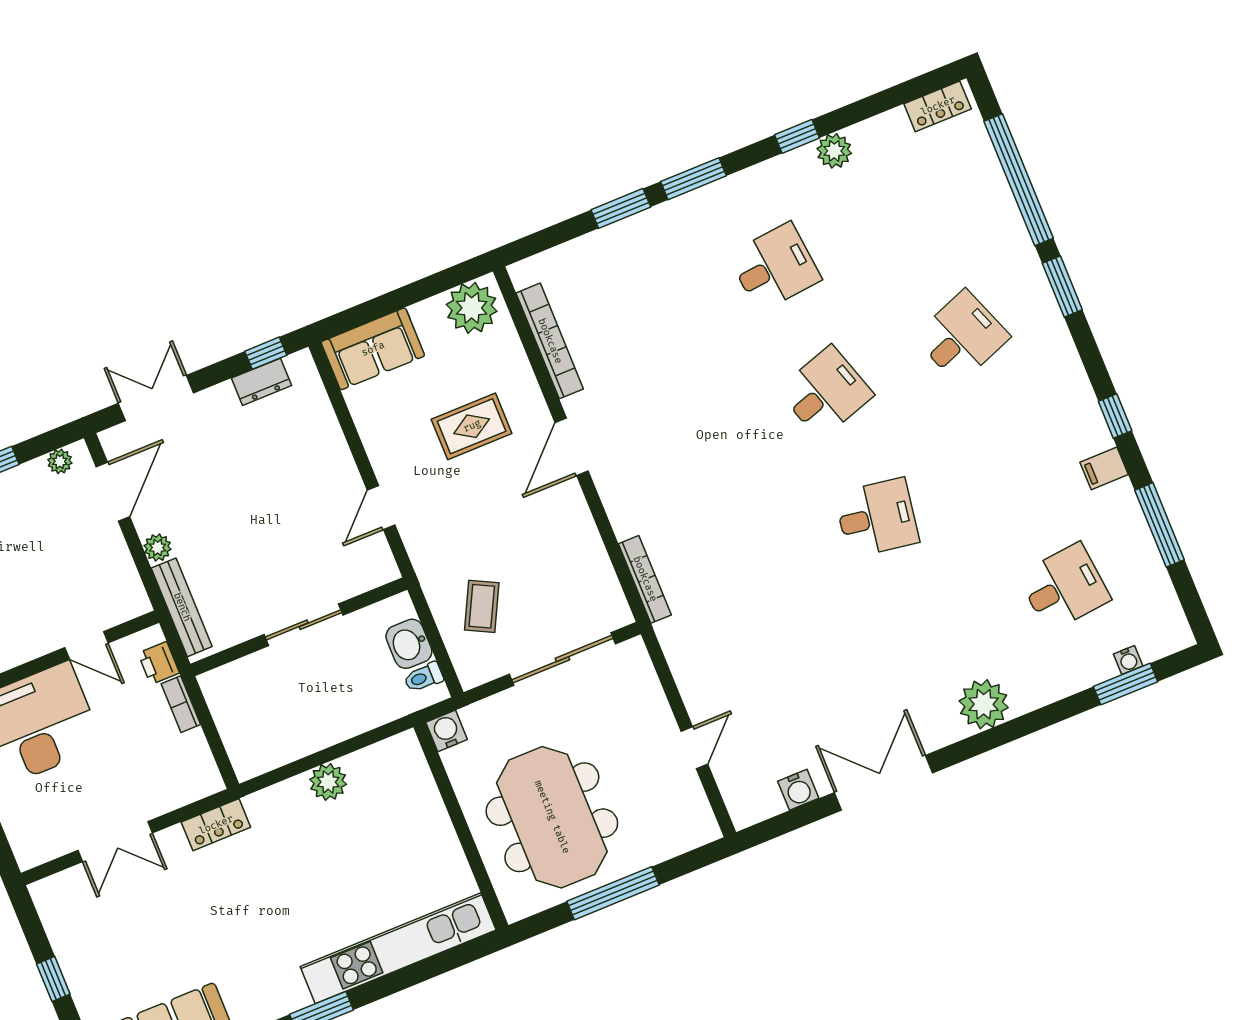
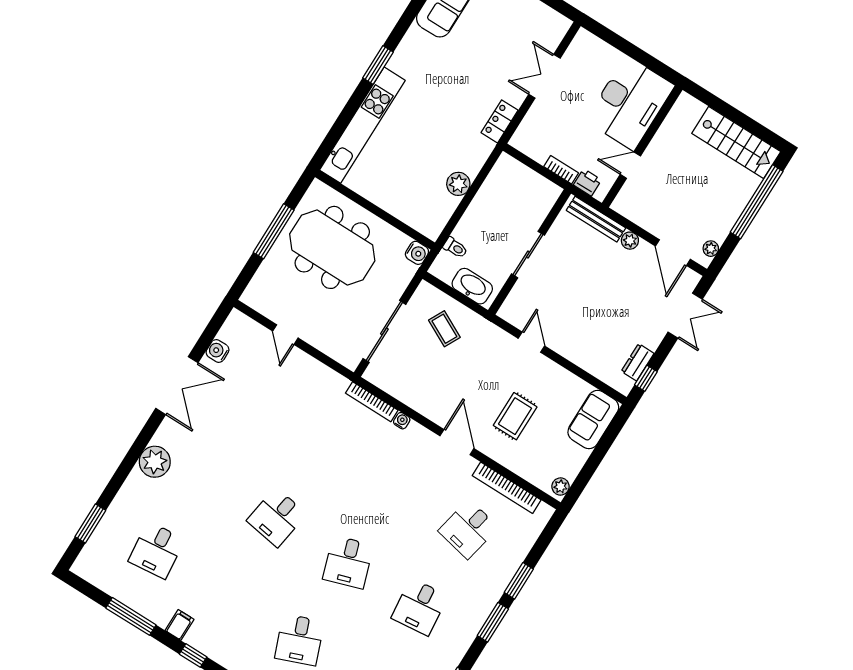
plant: (472, 308) -> (560, 487), width x0.53, depth x0.53
desk: (638, 323) -> (468, 529), added
washbasin: (409, 644) -> (472, 286), width x1.38
water cooler: (1128, 660) -> (402, 421), moved, turned 90
toilet: (424, 677) -> (455, 248), moved, turned 90

